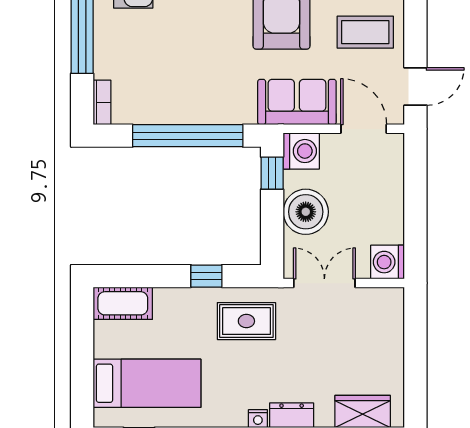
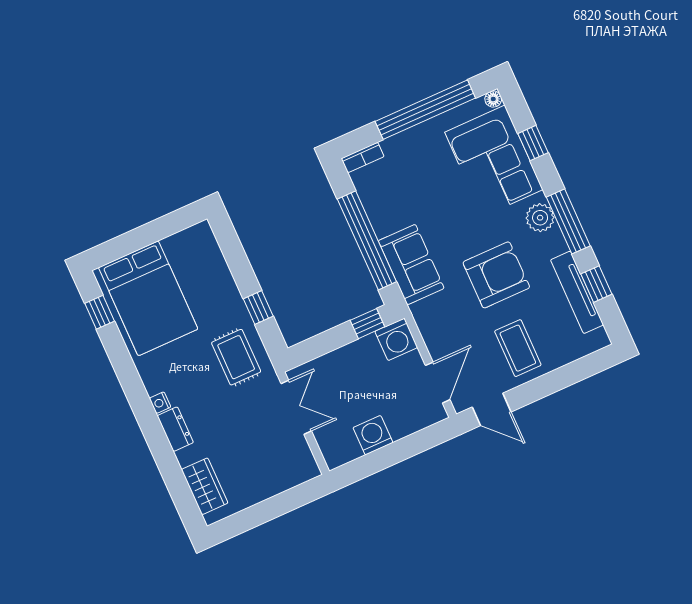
sofa: (297, 102) -> (411, 265), moved
boiler: (306, 212) -> (348, 366), removed
washing machine: (387, 262) -> (373, 435), moved
cot: (123, 303) -> (205, 249), removed
bed: (147, 383) -> (148, 298), width x1.50

